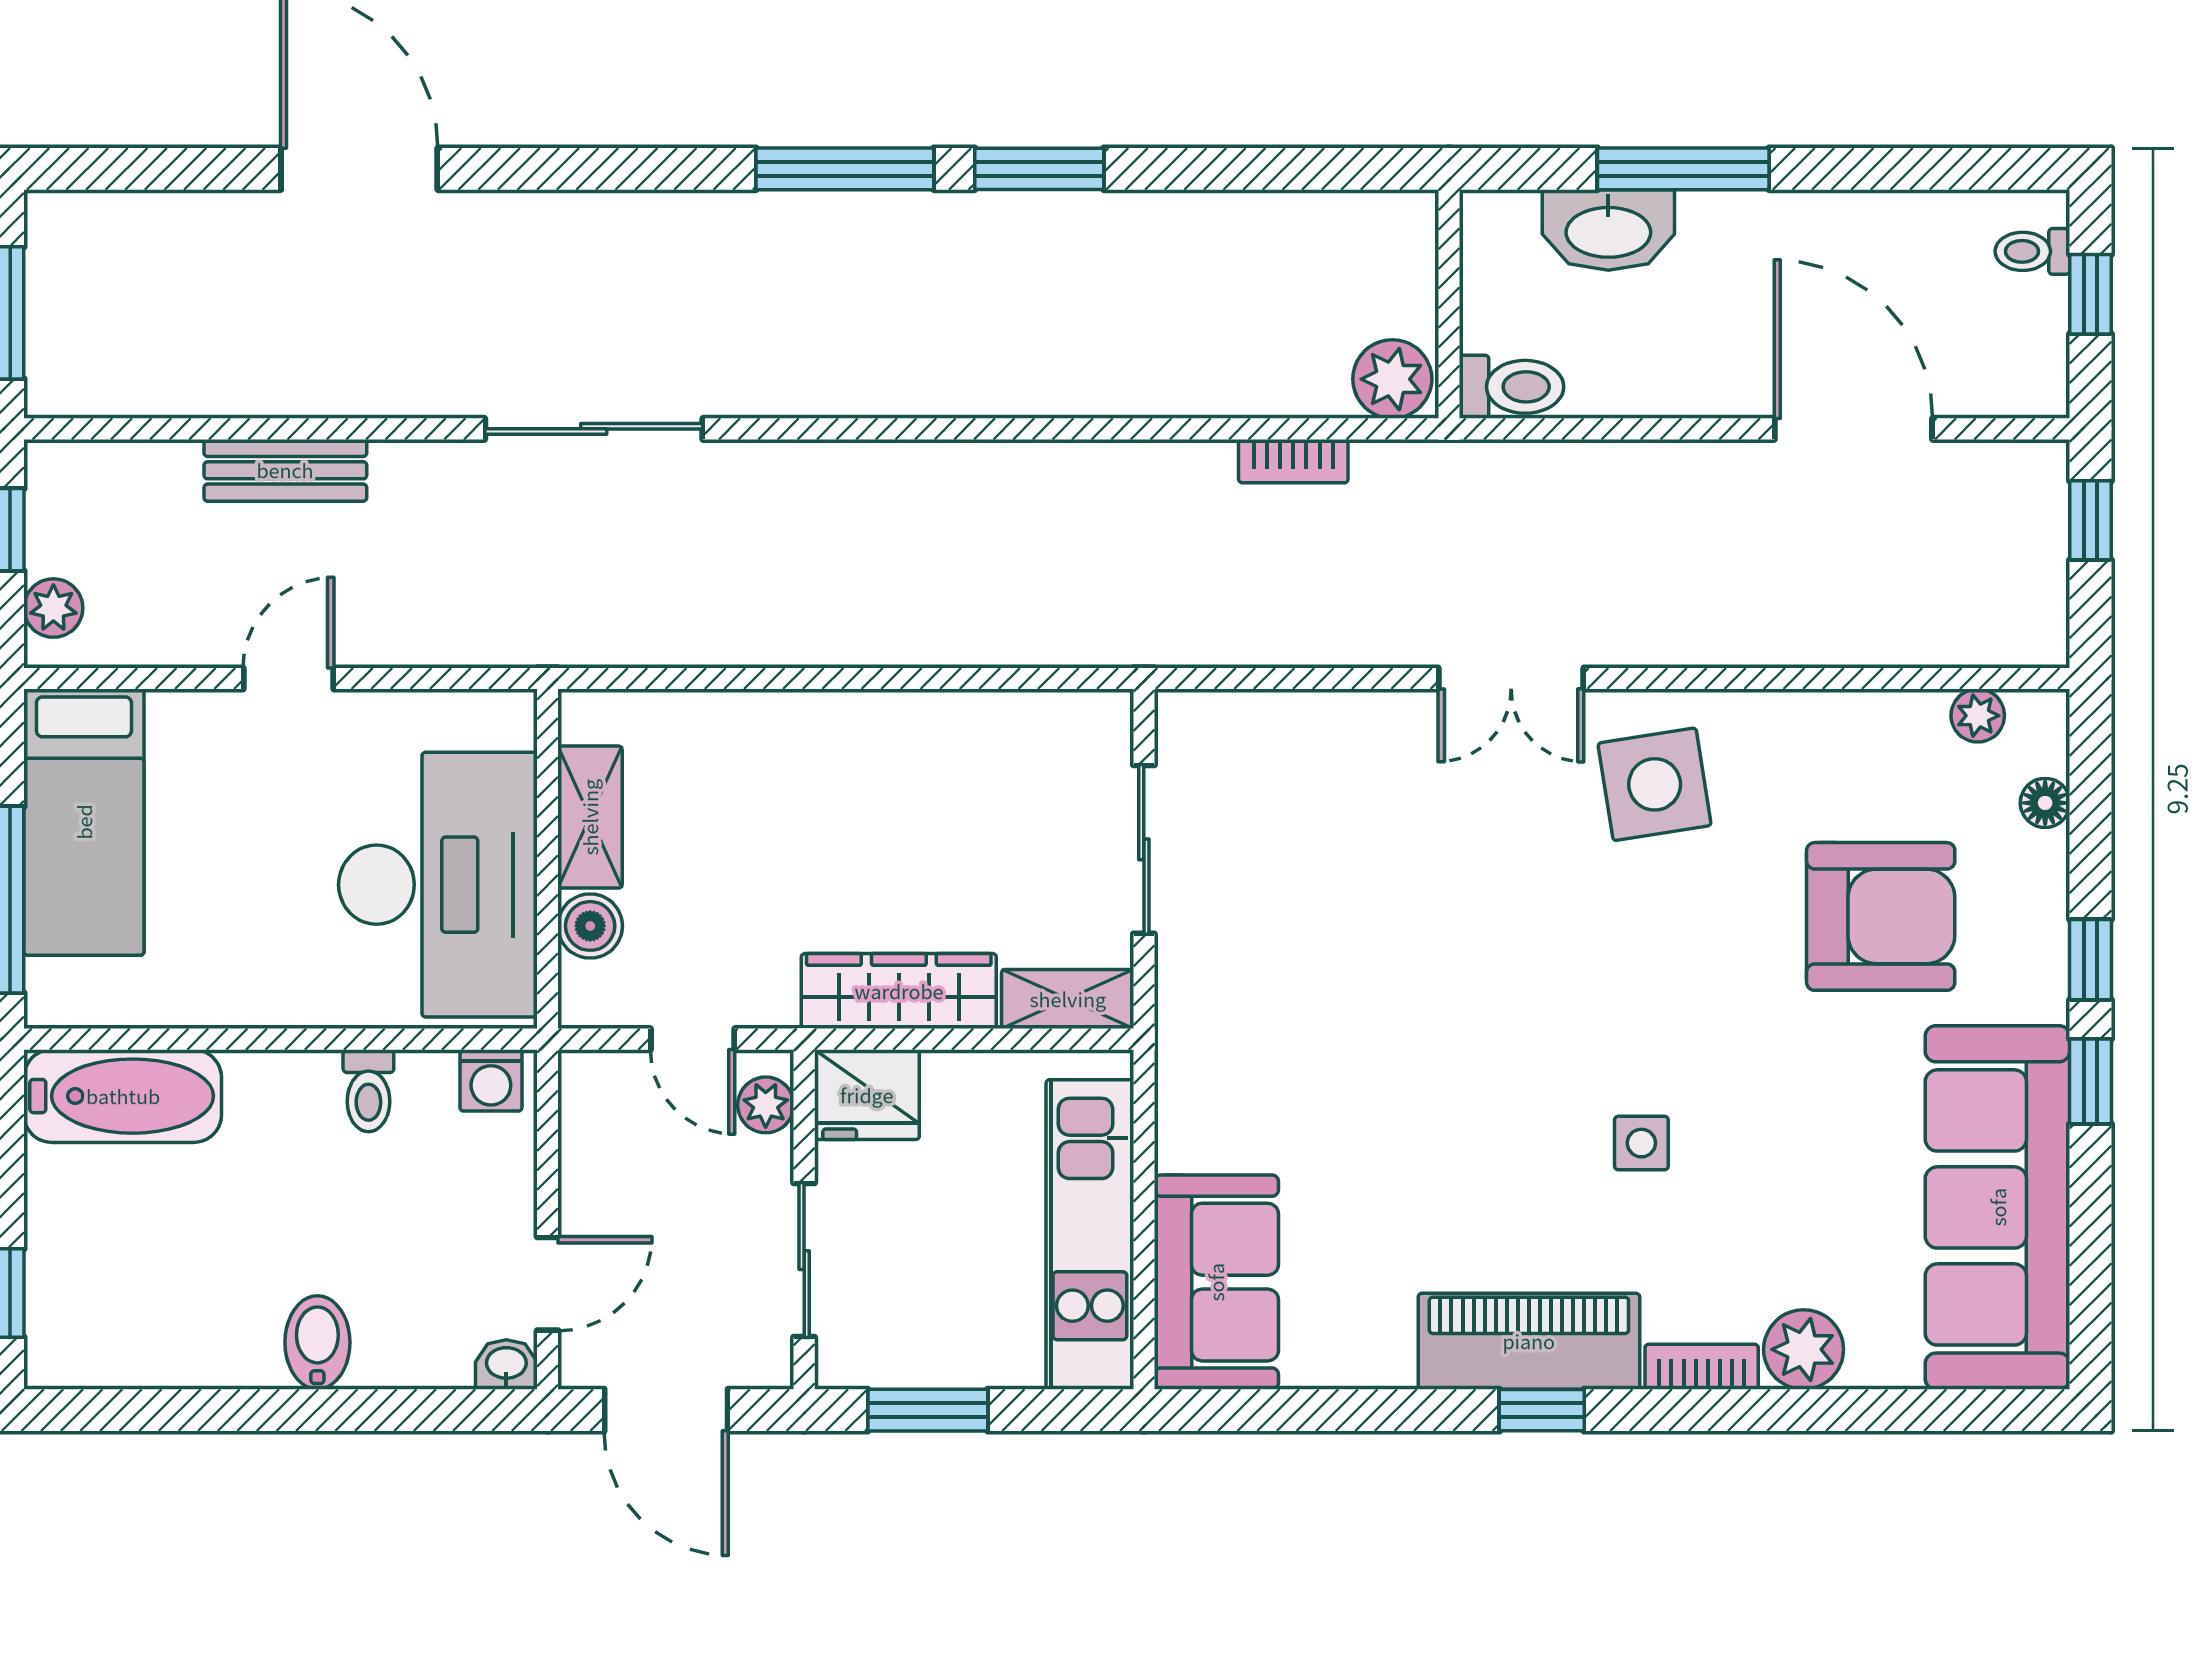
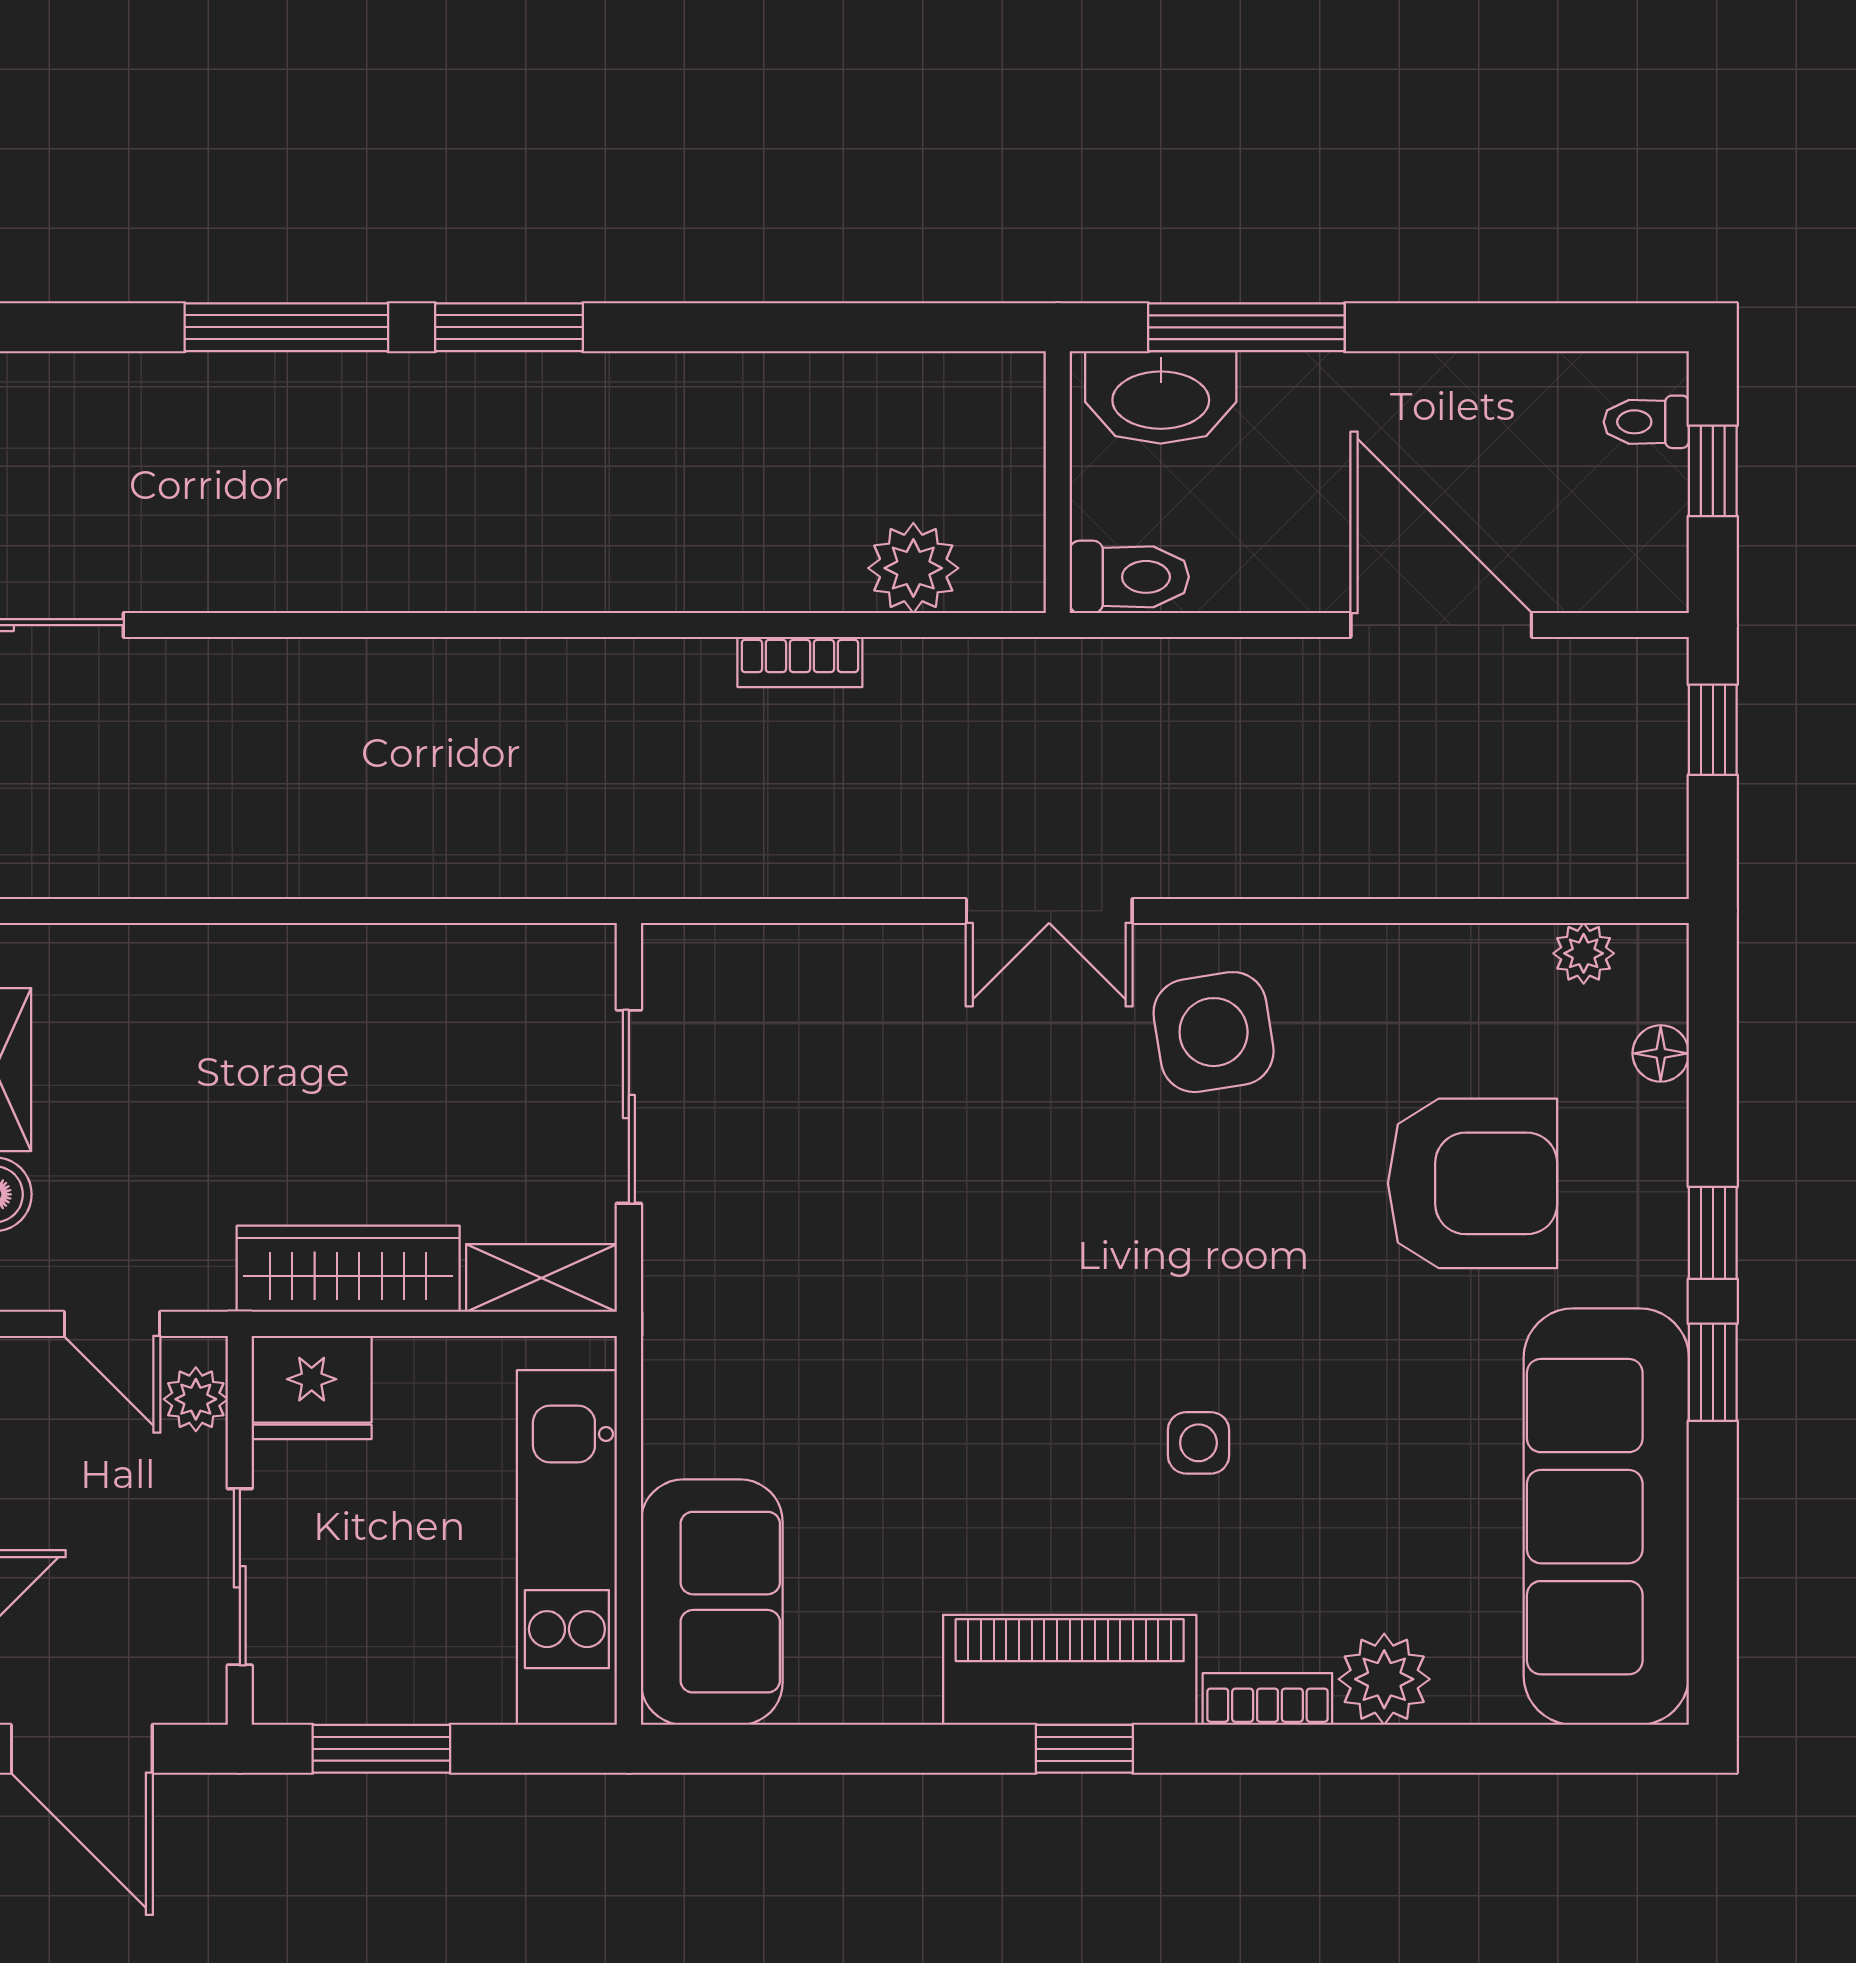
wall: (1449, 304) -> (1058, 482), moved
toilet: (1512, 387) -> (1129, 577), moved

